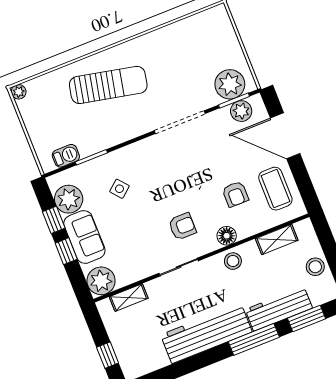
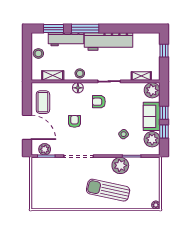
plant: (230, 84) -> (120, 165), moved
barbecue: (66, 156) -> (145, 162), removed
armchair: (235, 194) -> (74, 121), moved

